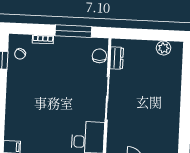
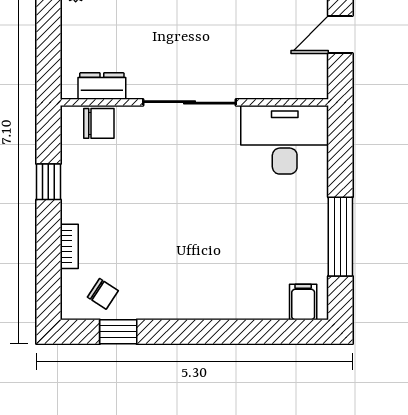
window: (73, 31) -> (48, 182), width x0.46
chair: (99, 56) -> (99, 123), turned 180

